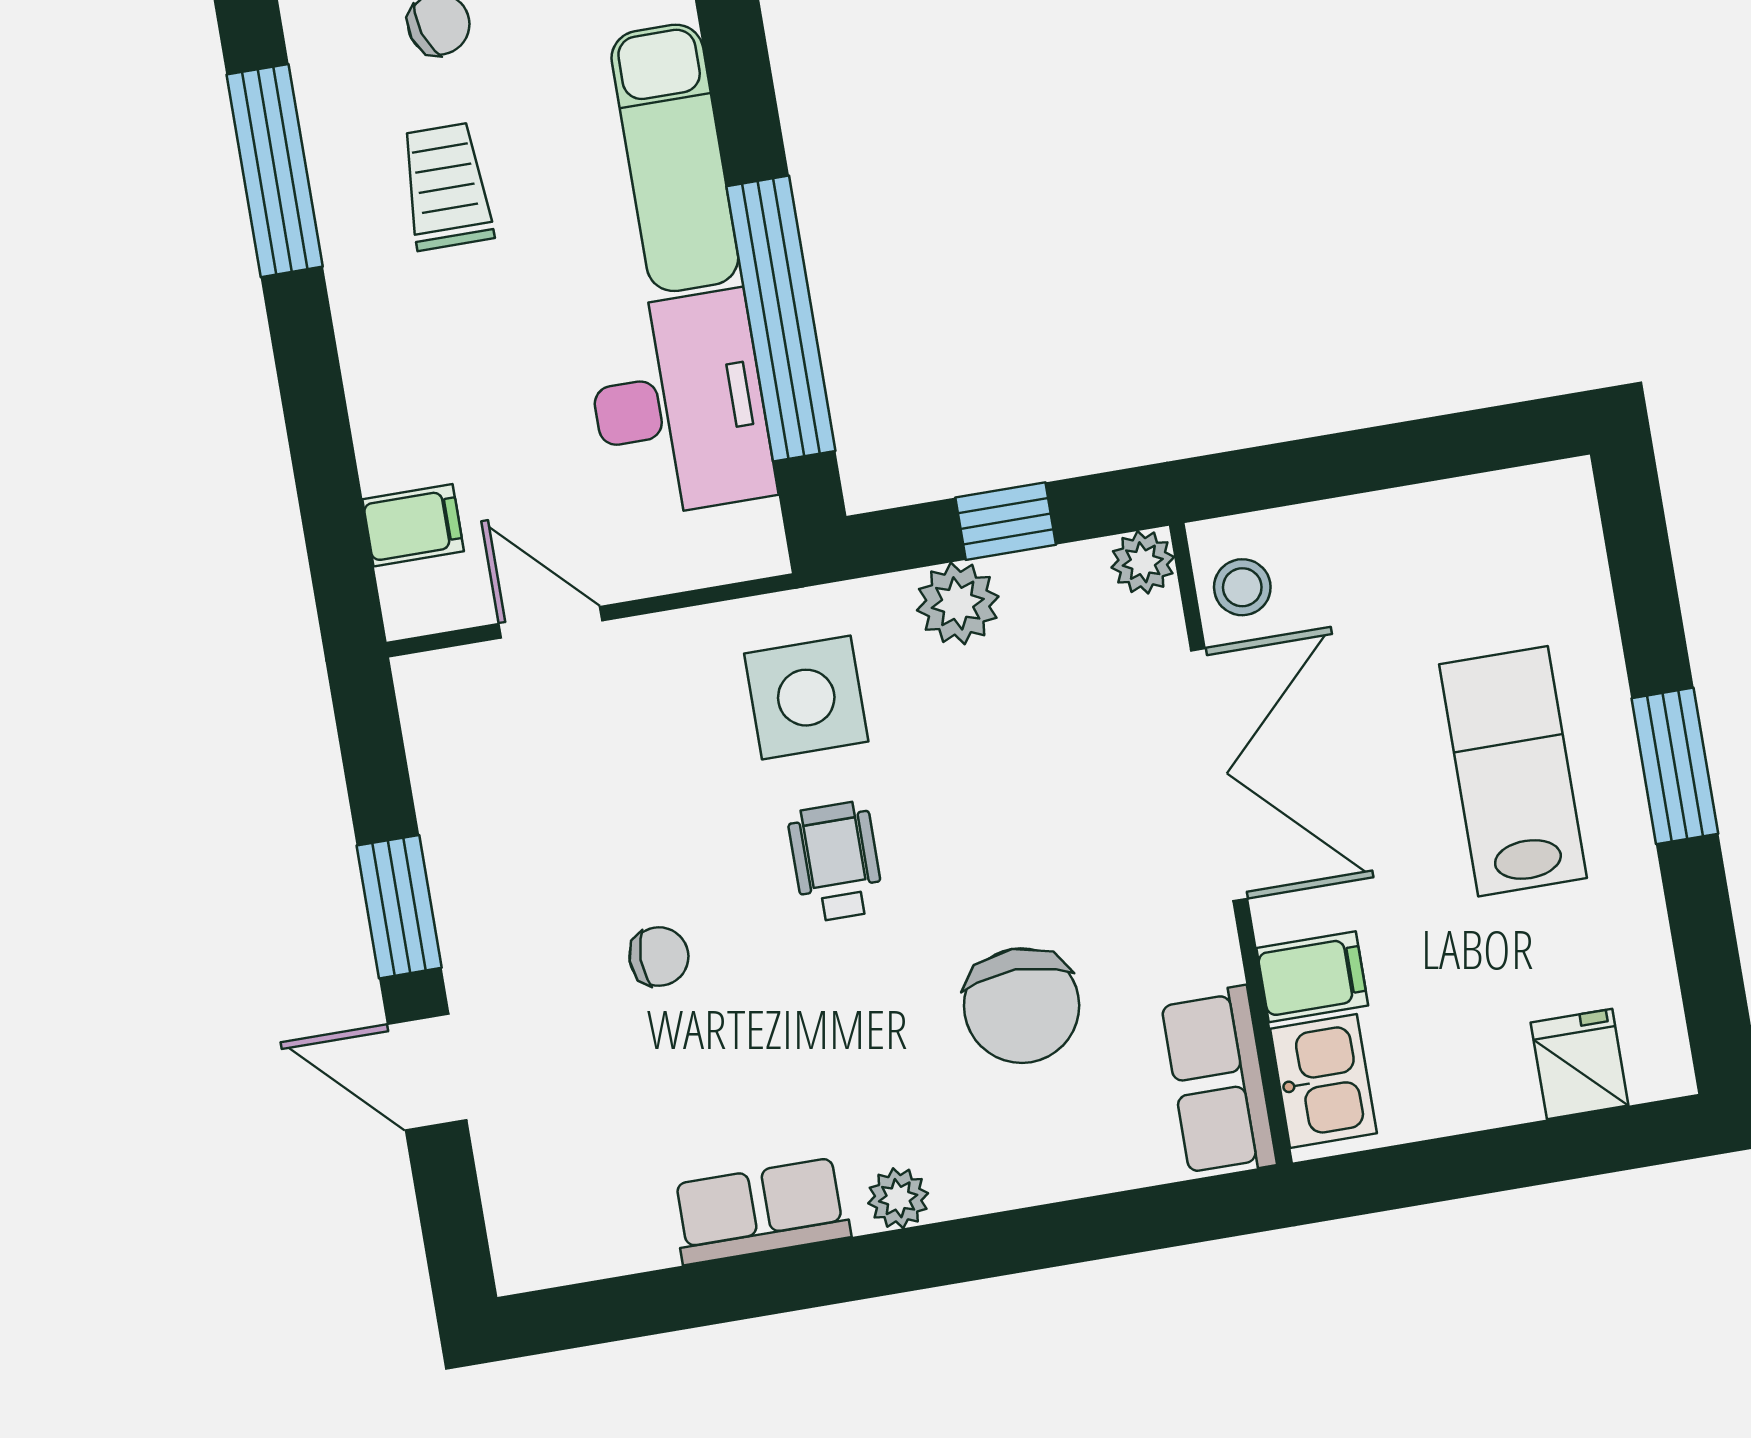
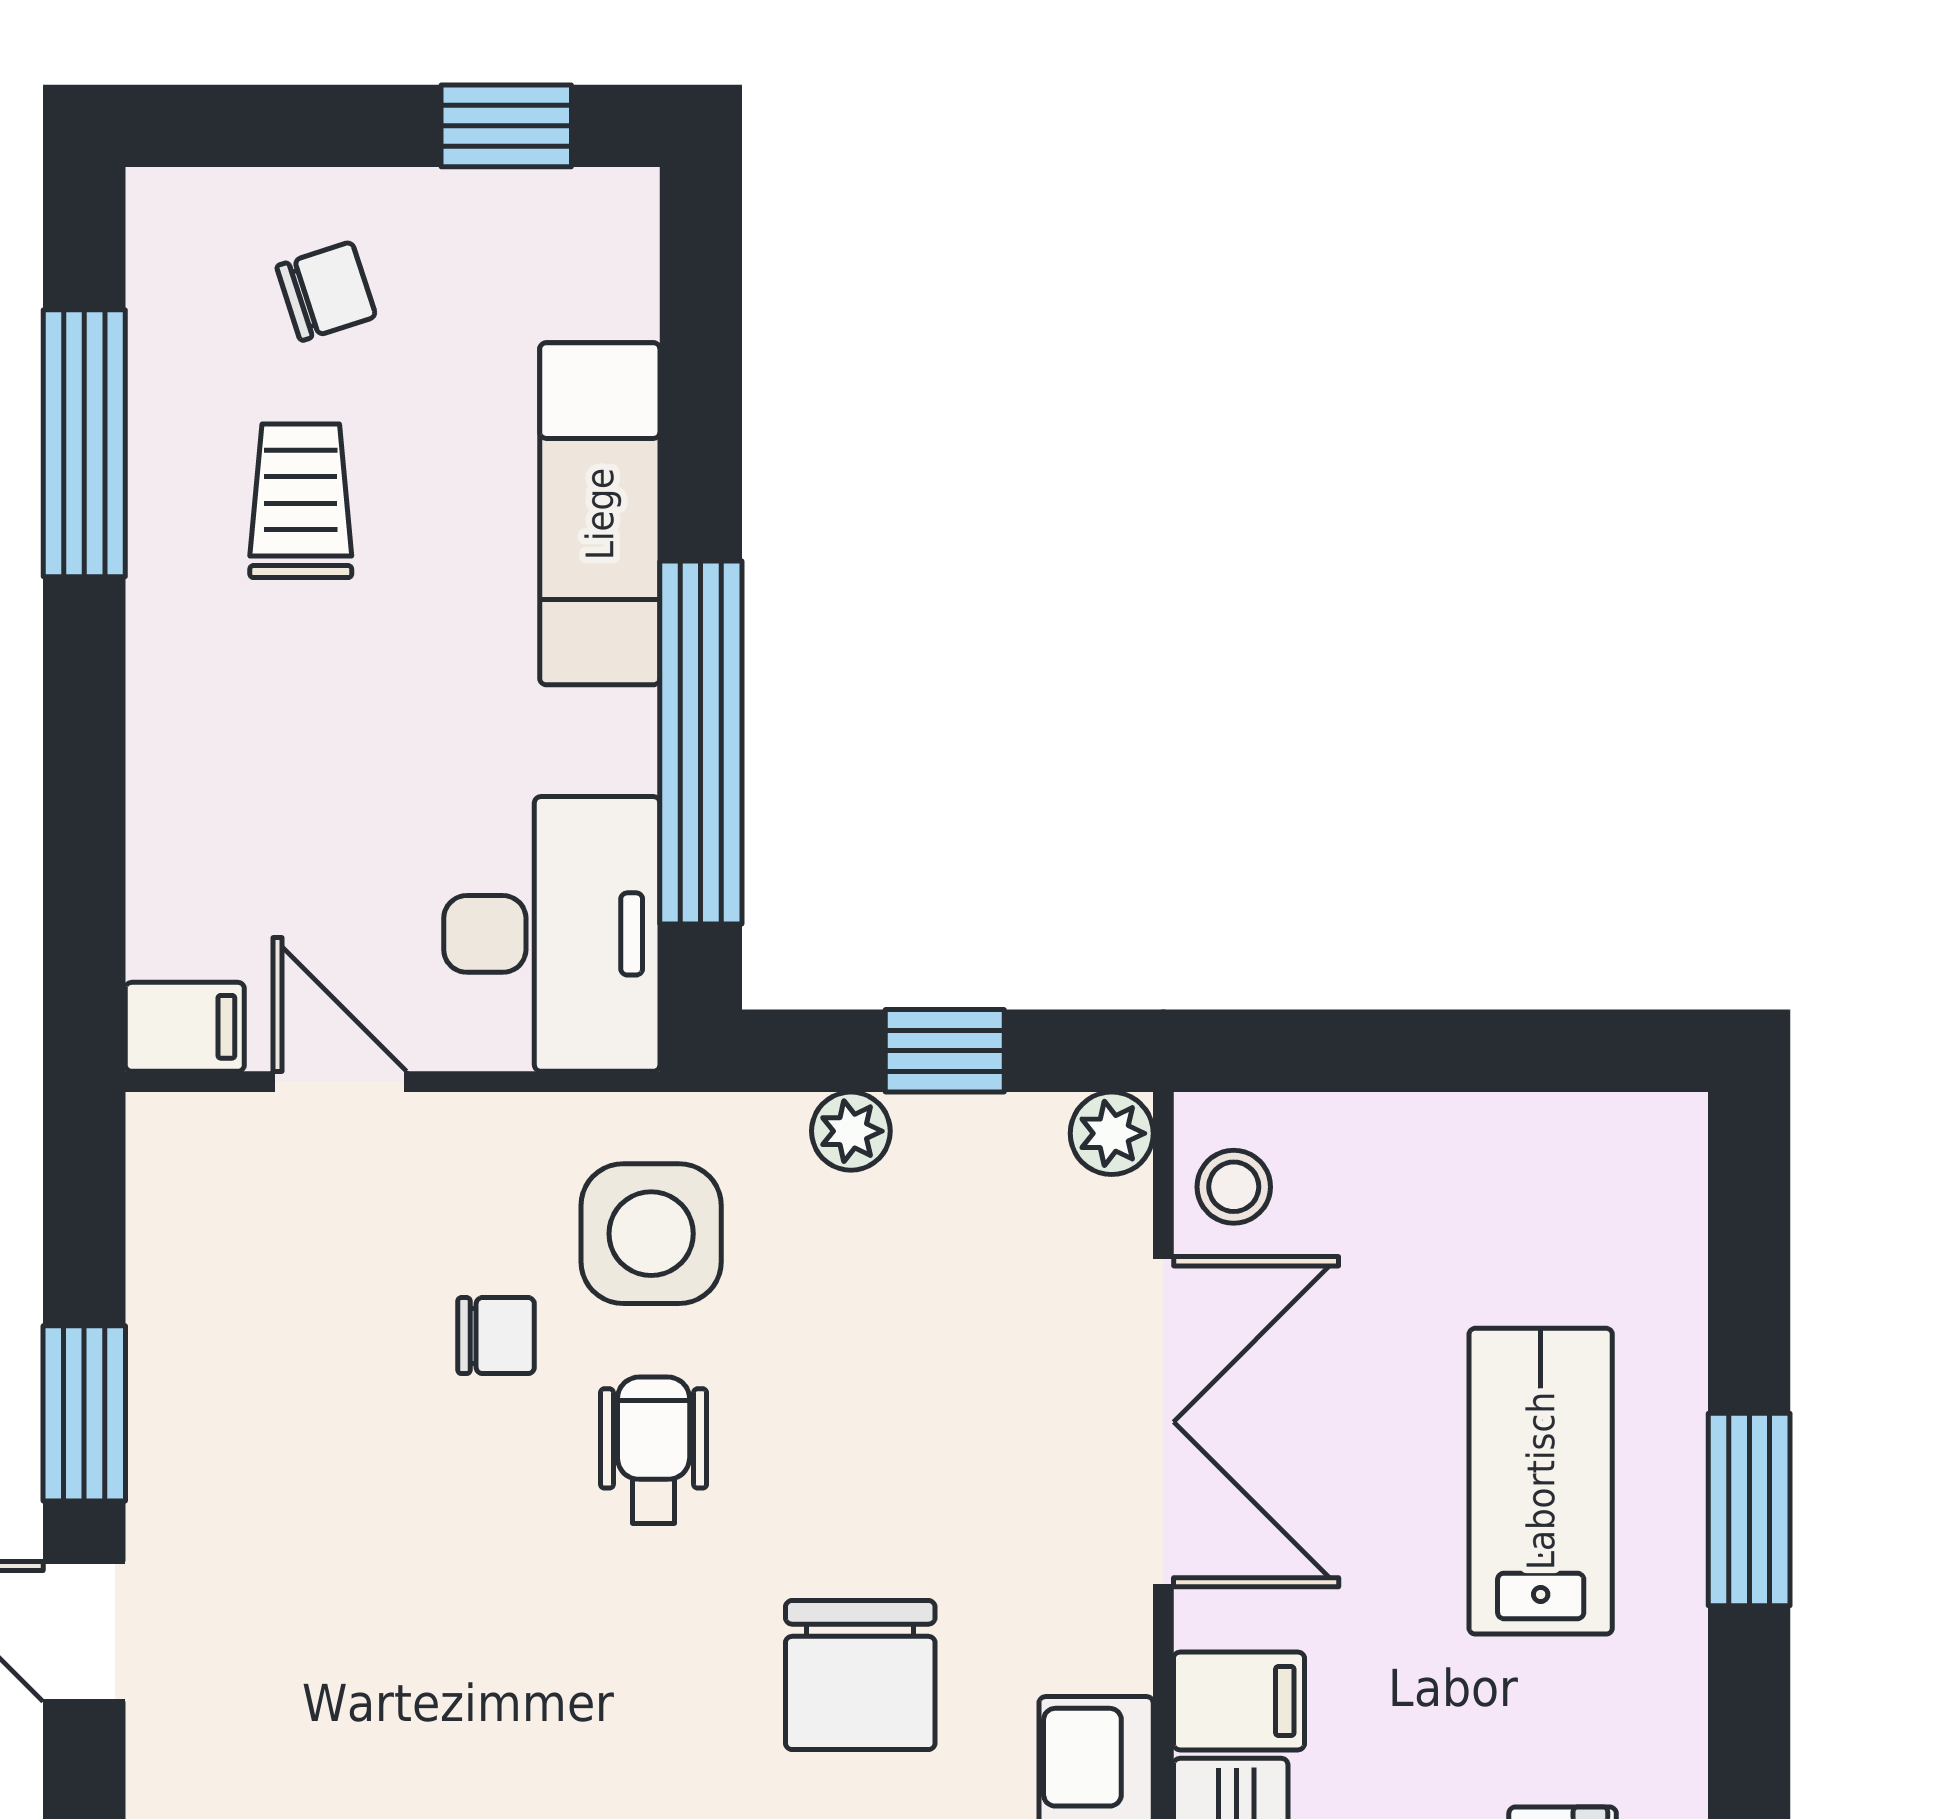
desk: (679, 404) -> (552, 934), moved
filing cabinet: (413, 525) -> (185, 1027), moved
plant: (958, 603) -> (851, 1131), width x0.73, depth x0.73
chair: (659, 957) -> (496, 1336), moved

